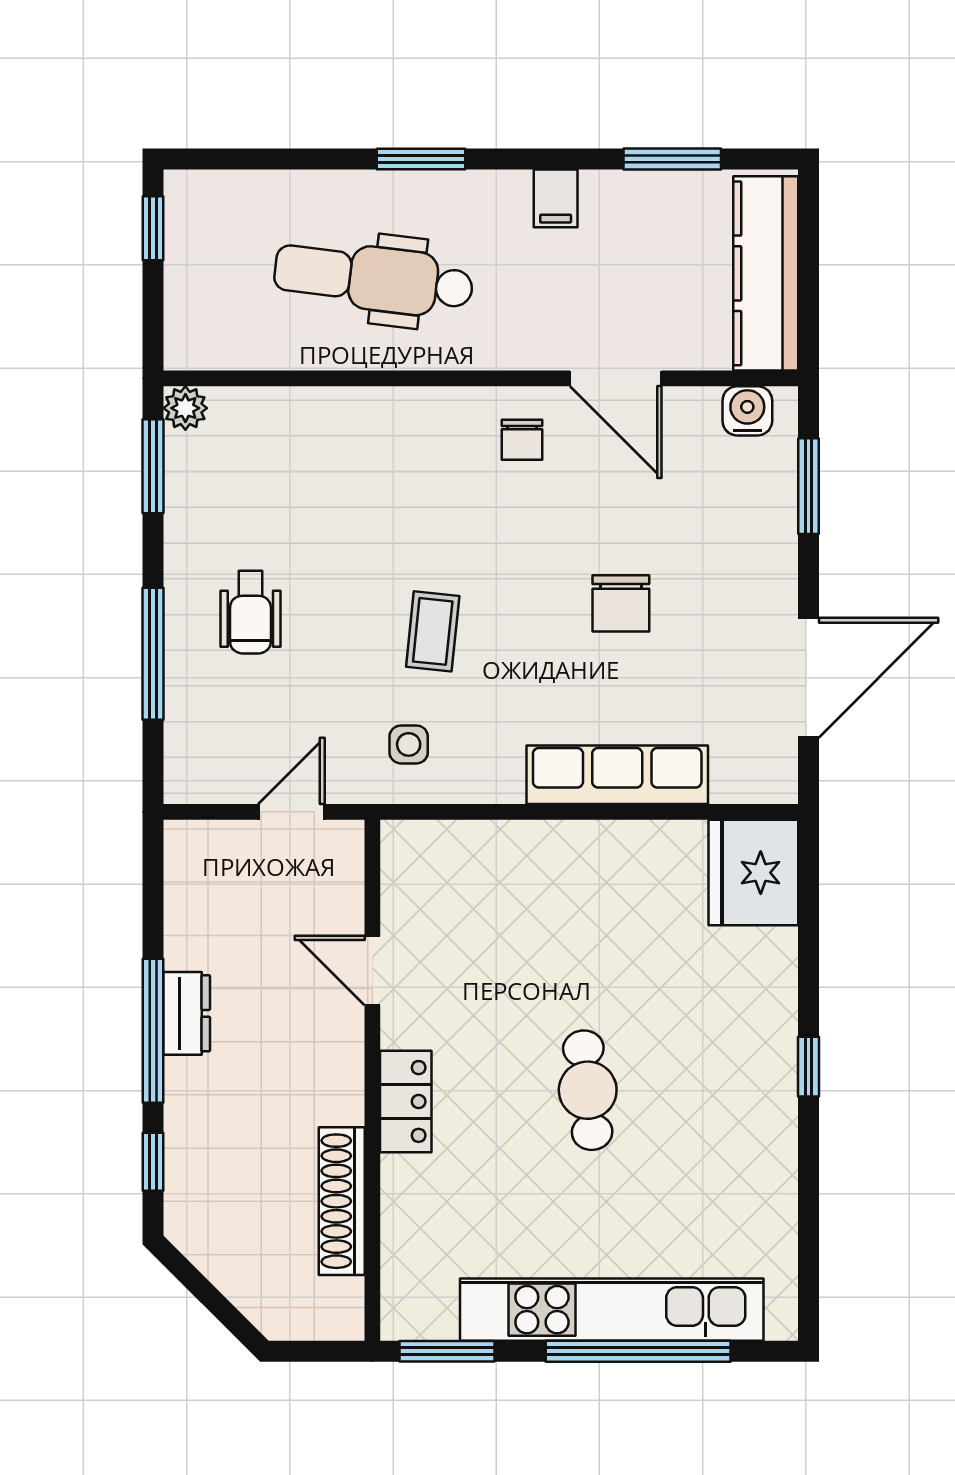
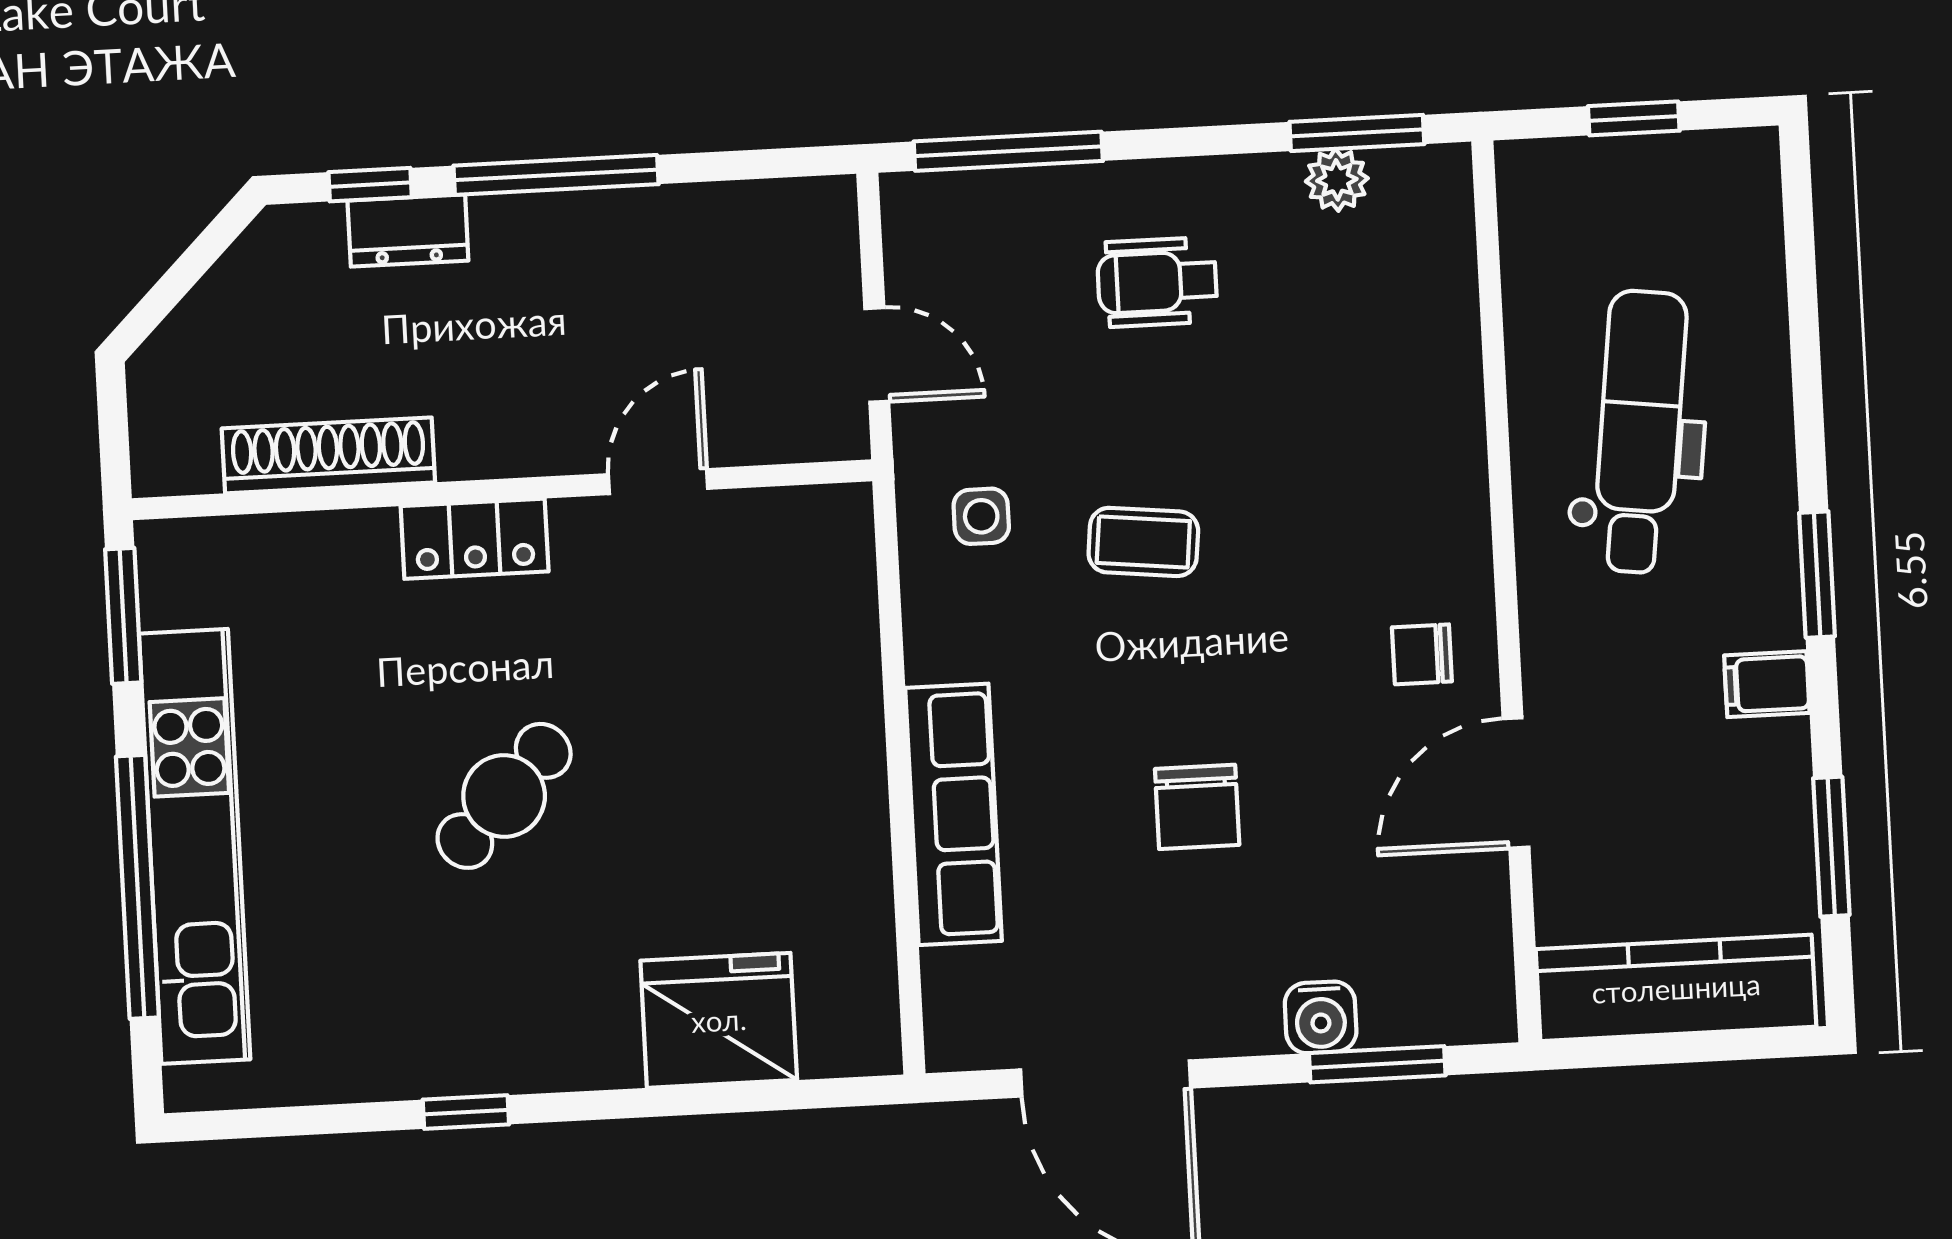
window: (421, 159) -> (1817, 575), moved
window: (153, 228) -> (1634, 118), moved
plant: (185, 408) -> (1337, 180), moved
water cooler: (747, 411) -> (1321, 1017), moved, turned 90
chair: (621, 603) -> (1197, 807), turned -90
window: (153, 654) -> (1008, 151), moved
fridge: (753, 873) -> (719, 1020), moved
dresser: (187, 1013) -> (408, 231), moved
window: (809, 1067) -> (466, 1112), moved
cafe table: (588, 1090) -> (504, 796), turned -40

